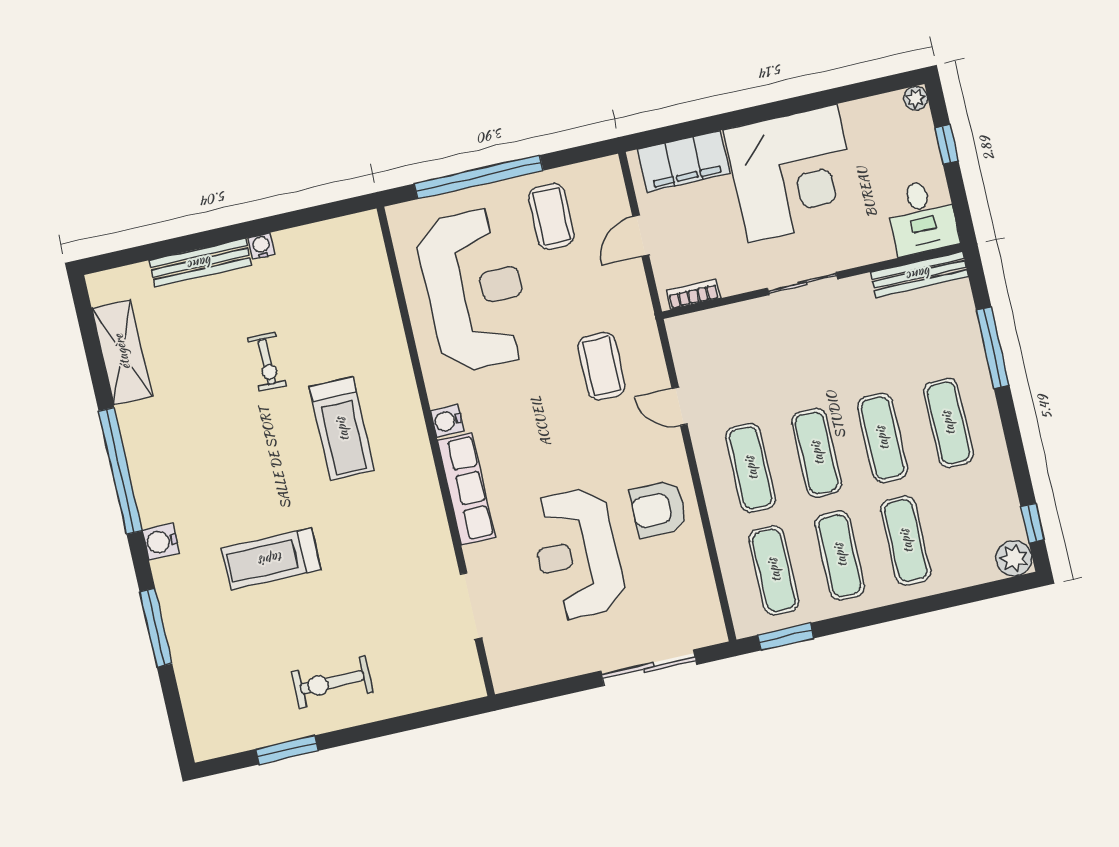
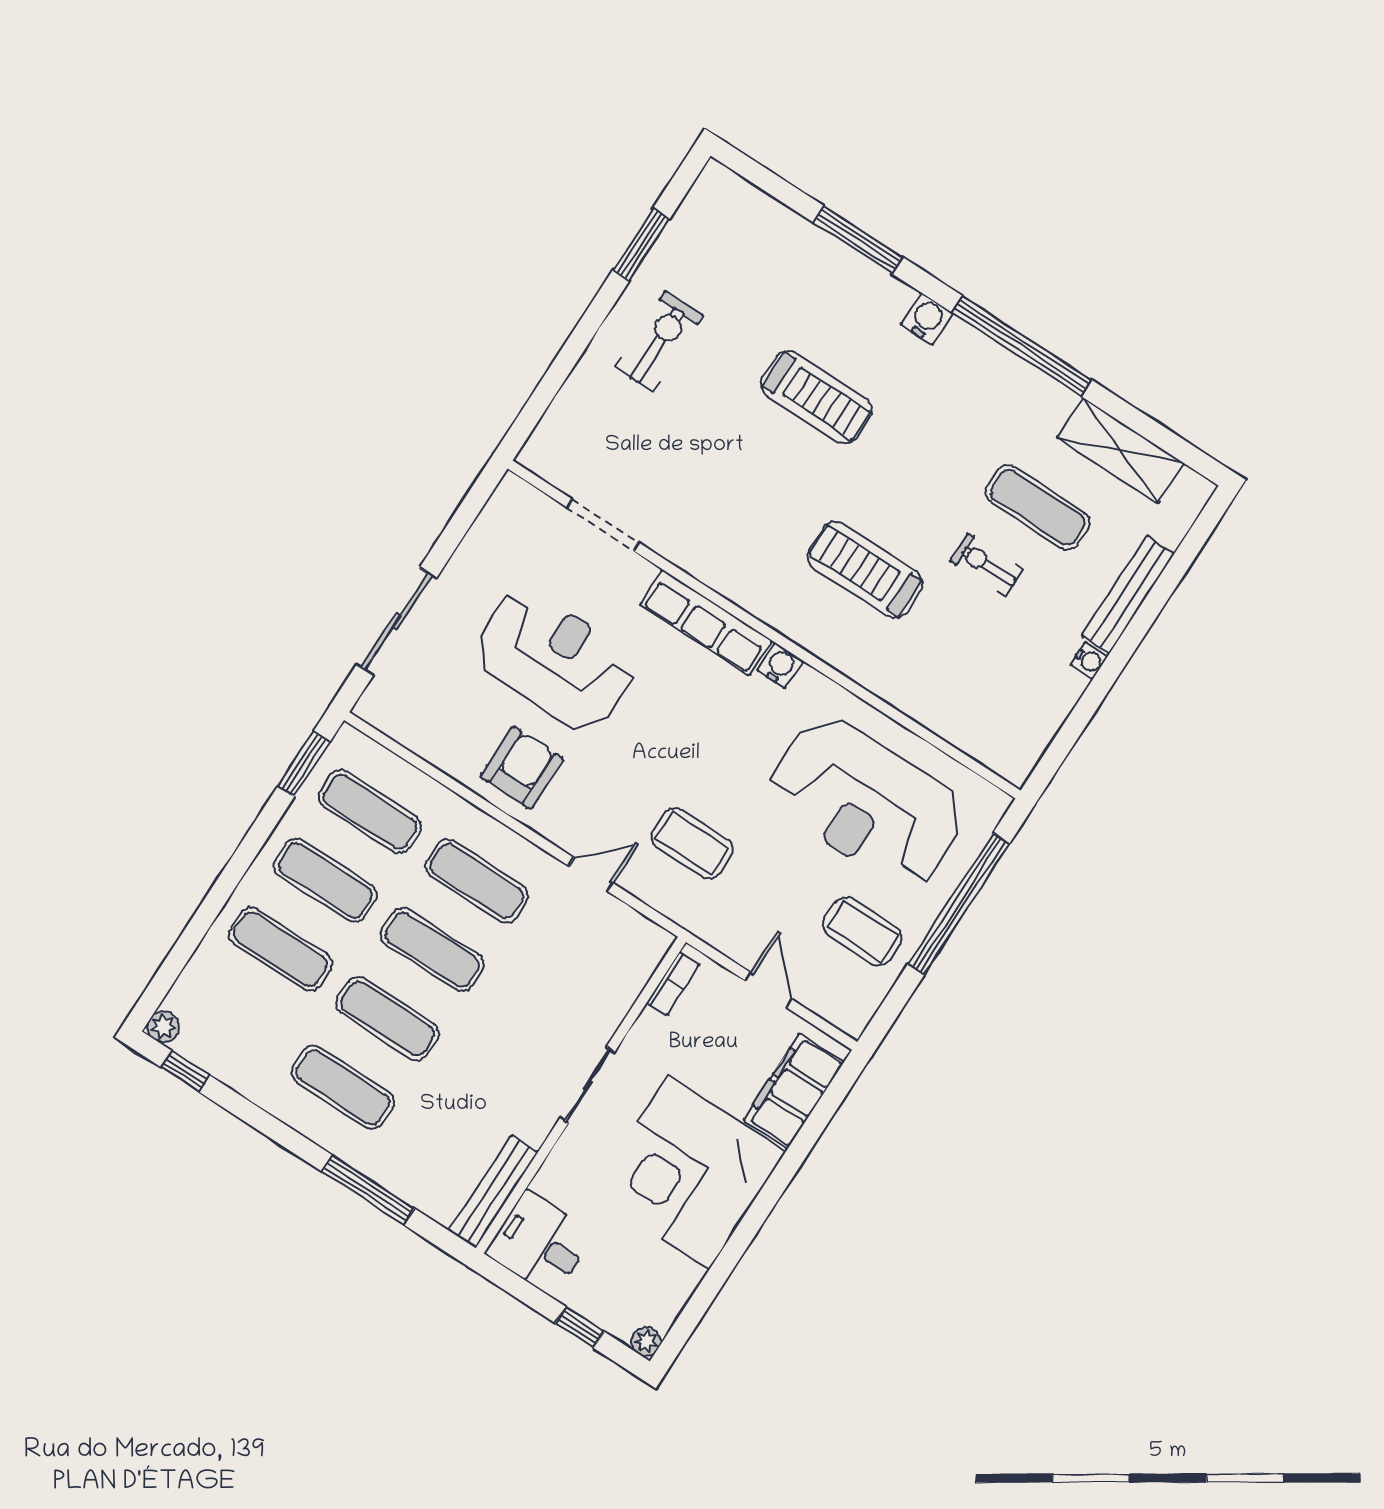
exercise mat: (204, 366) -> (1038, 507), added
plant: (1014, 558) -> (163, 1027), width x0.73, depth x0.73
treadmill: (271, 559) -> (816, 397), turned 90

